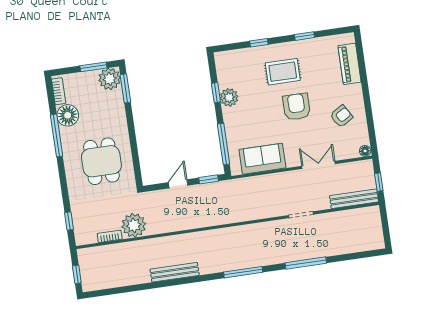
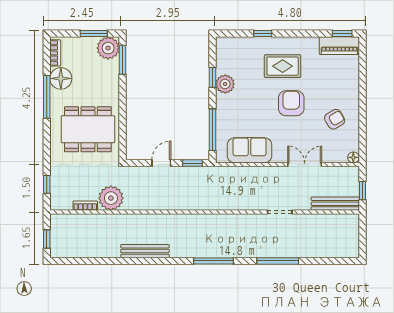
window: (304, 36) -> (342, 34), moved
piano: (350, 64) -> (339, 46), moved, turned -90
dining table: (101, 161) -> (88, 129), width x1.37

